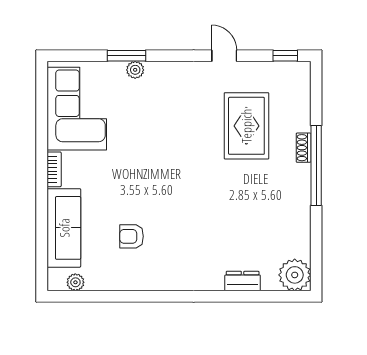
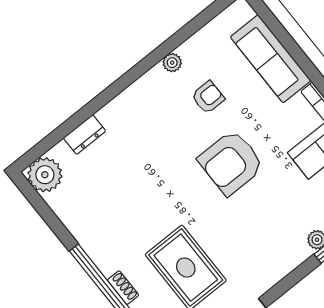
armchair: (153, 176) -> (231, 163), added
plant: (75, 282) -> (172, 63), moved

